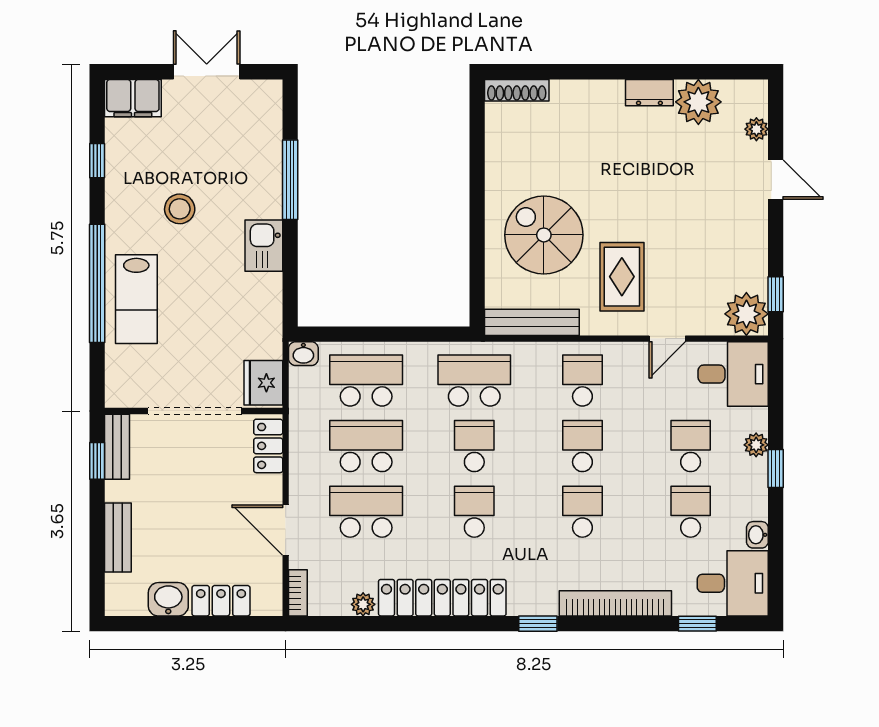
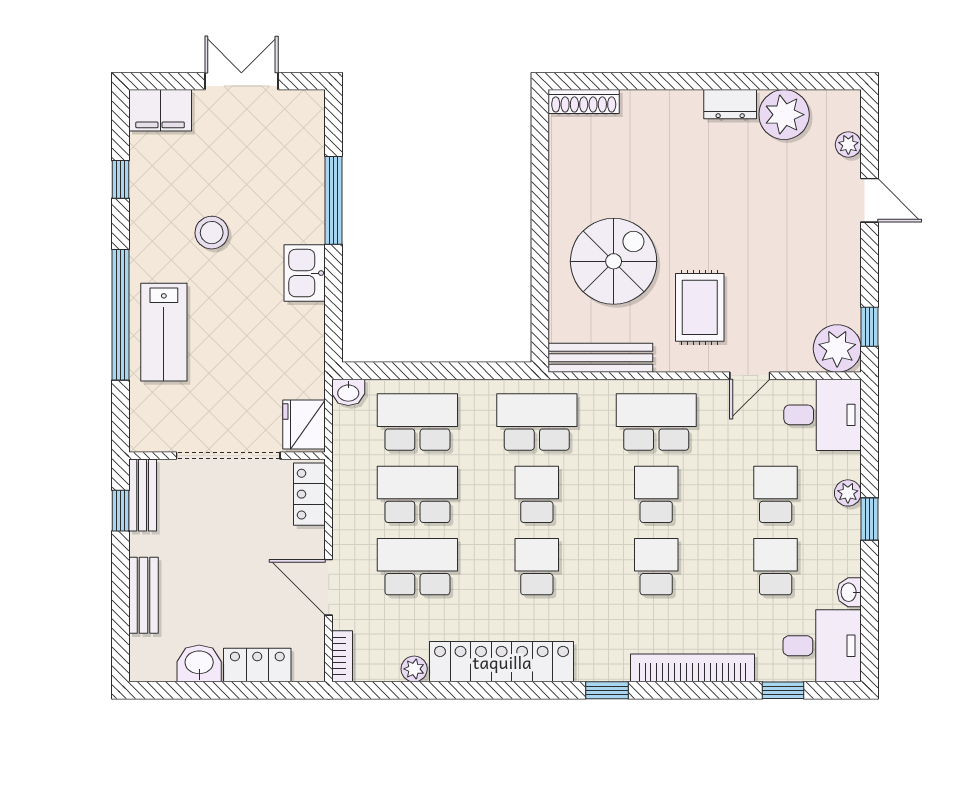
spiral stairs: (544, 235) -> (614, 261), turned 90
school desk: (582, 381) -> (656, 422), width x1.85

